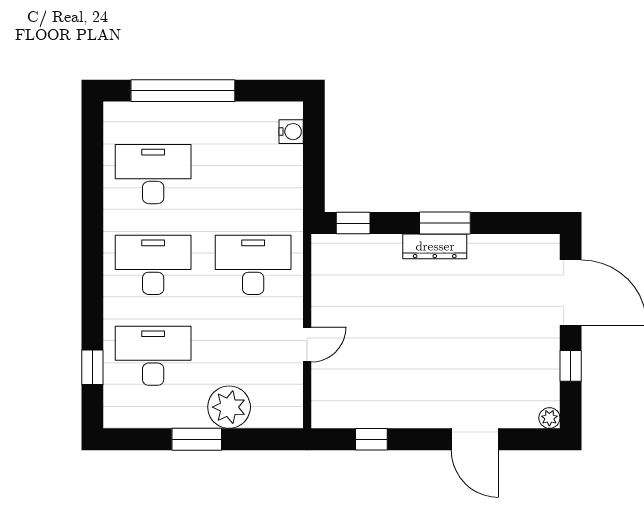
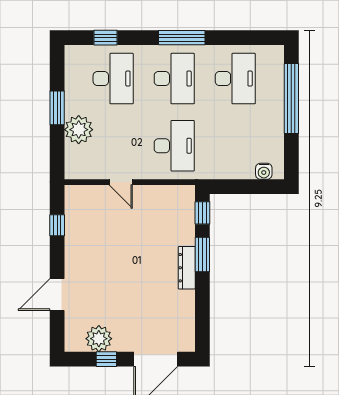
window: (445, 223) -> (202, 255), moved
window: (92, 254) -> (182, 38), added
plant: (549, 418) -> (99, 339), moved, width x1.87, depth x1.87

